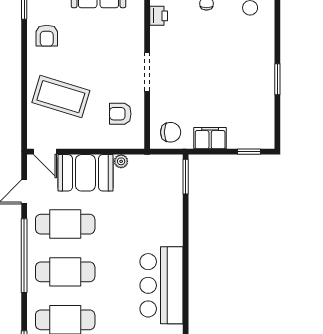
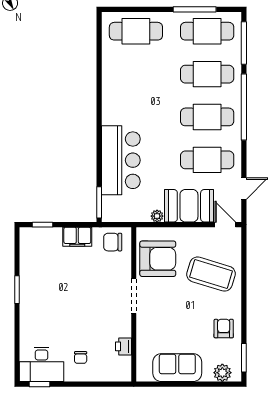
armchair: (120, 114) -> (158, 259), width x1.88, depth x1.88
window: (24, 256) -> (244, 107), moved
bar counter: (161, 285) -> (121, 160), moved

